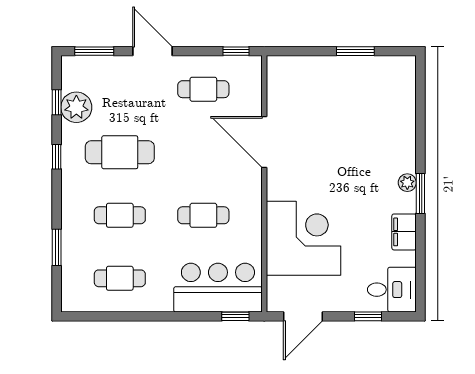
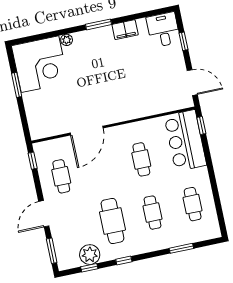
plant: (407, 183) -> (67, 40), moved
corner desk: (304, 238) -> (40, 64), moved, turned 180

